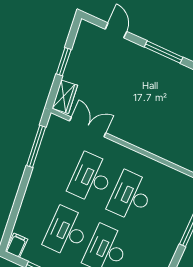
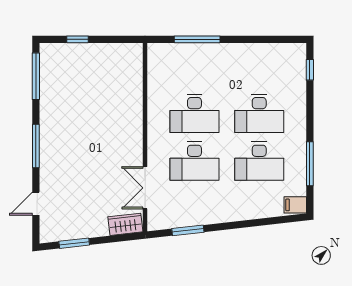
window: (64, 62) -> (74, 243), moved
window: (36, 146) -> (188, 230), width x0.69

